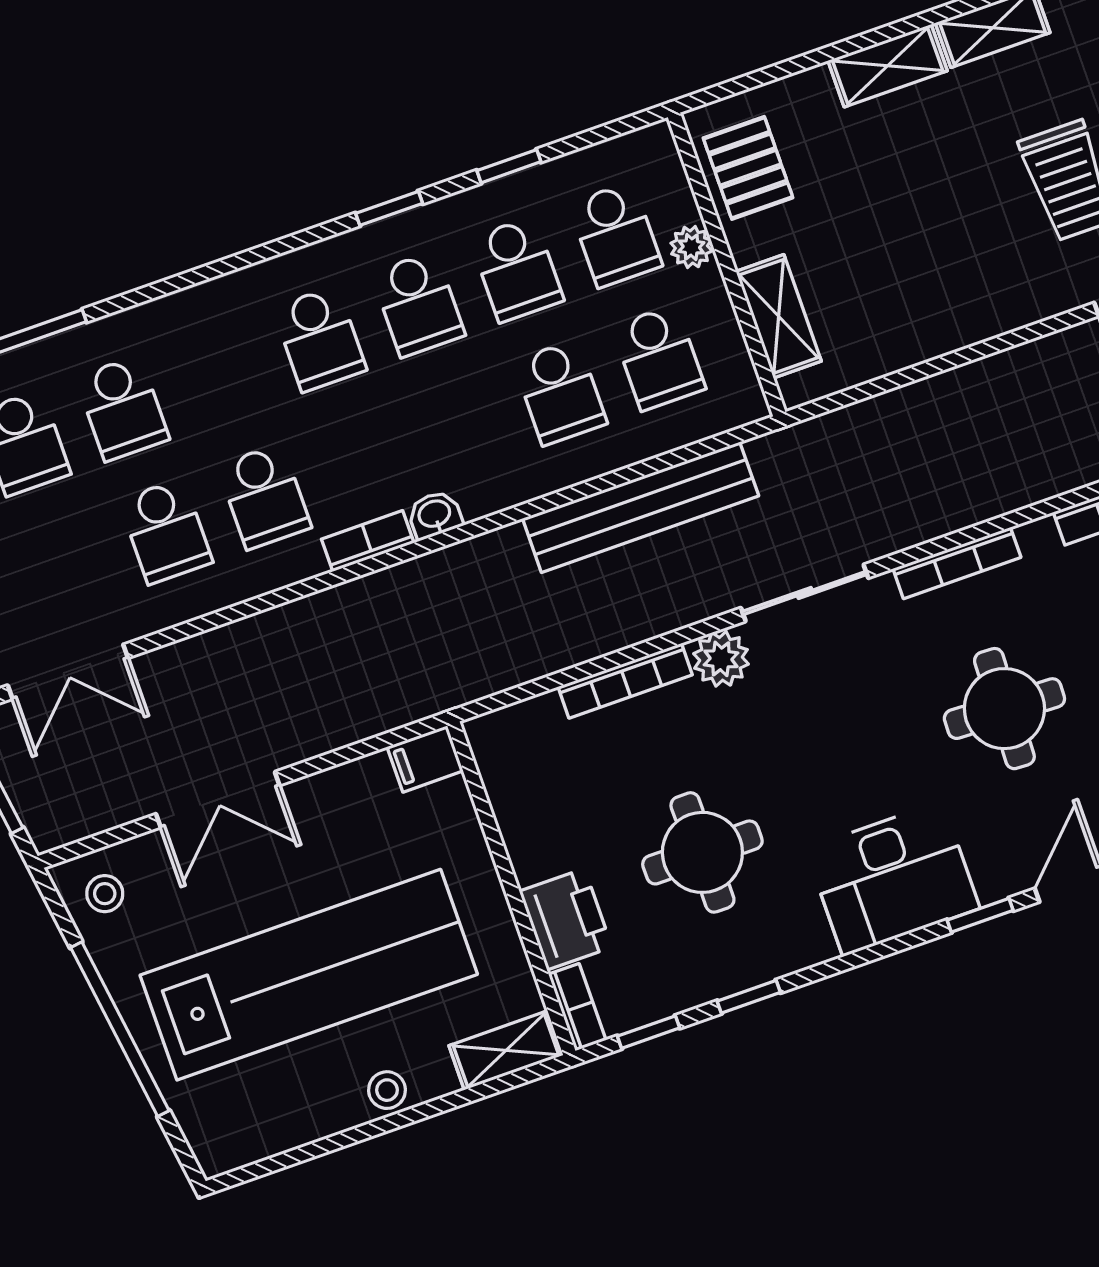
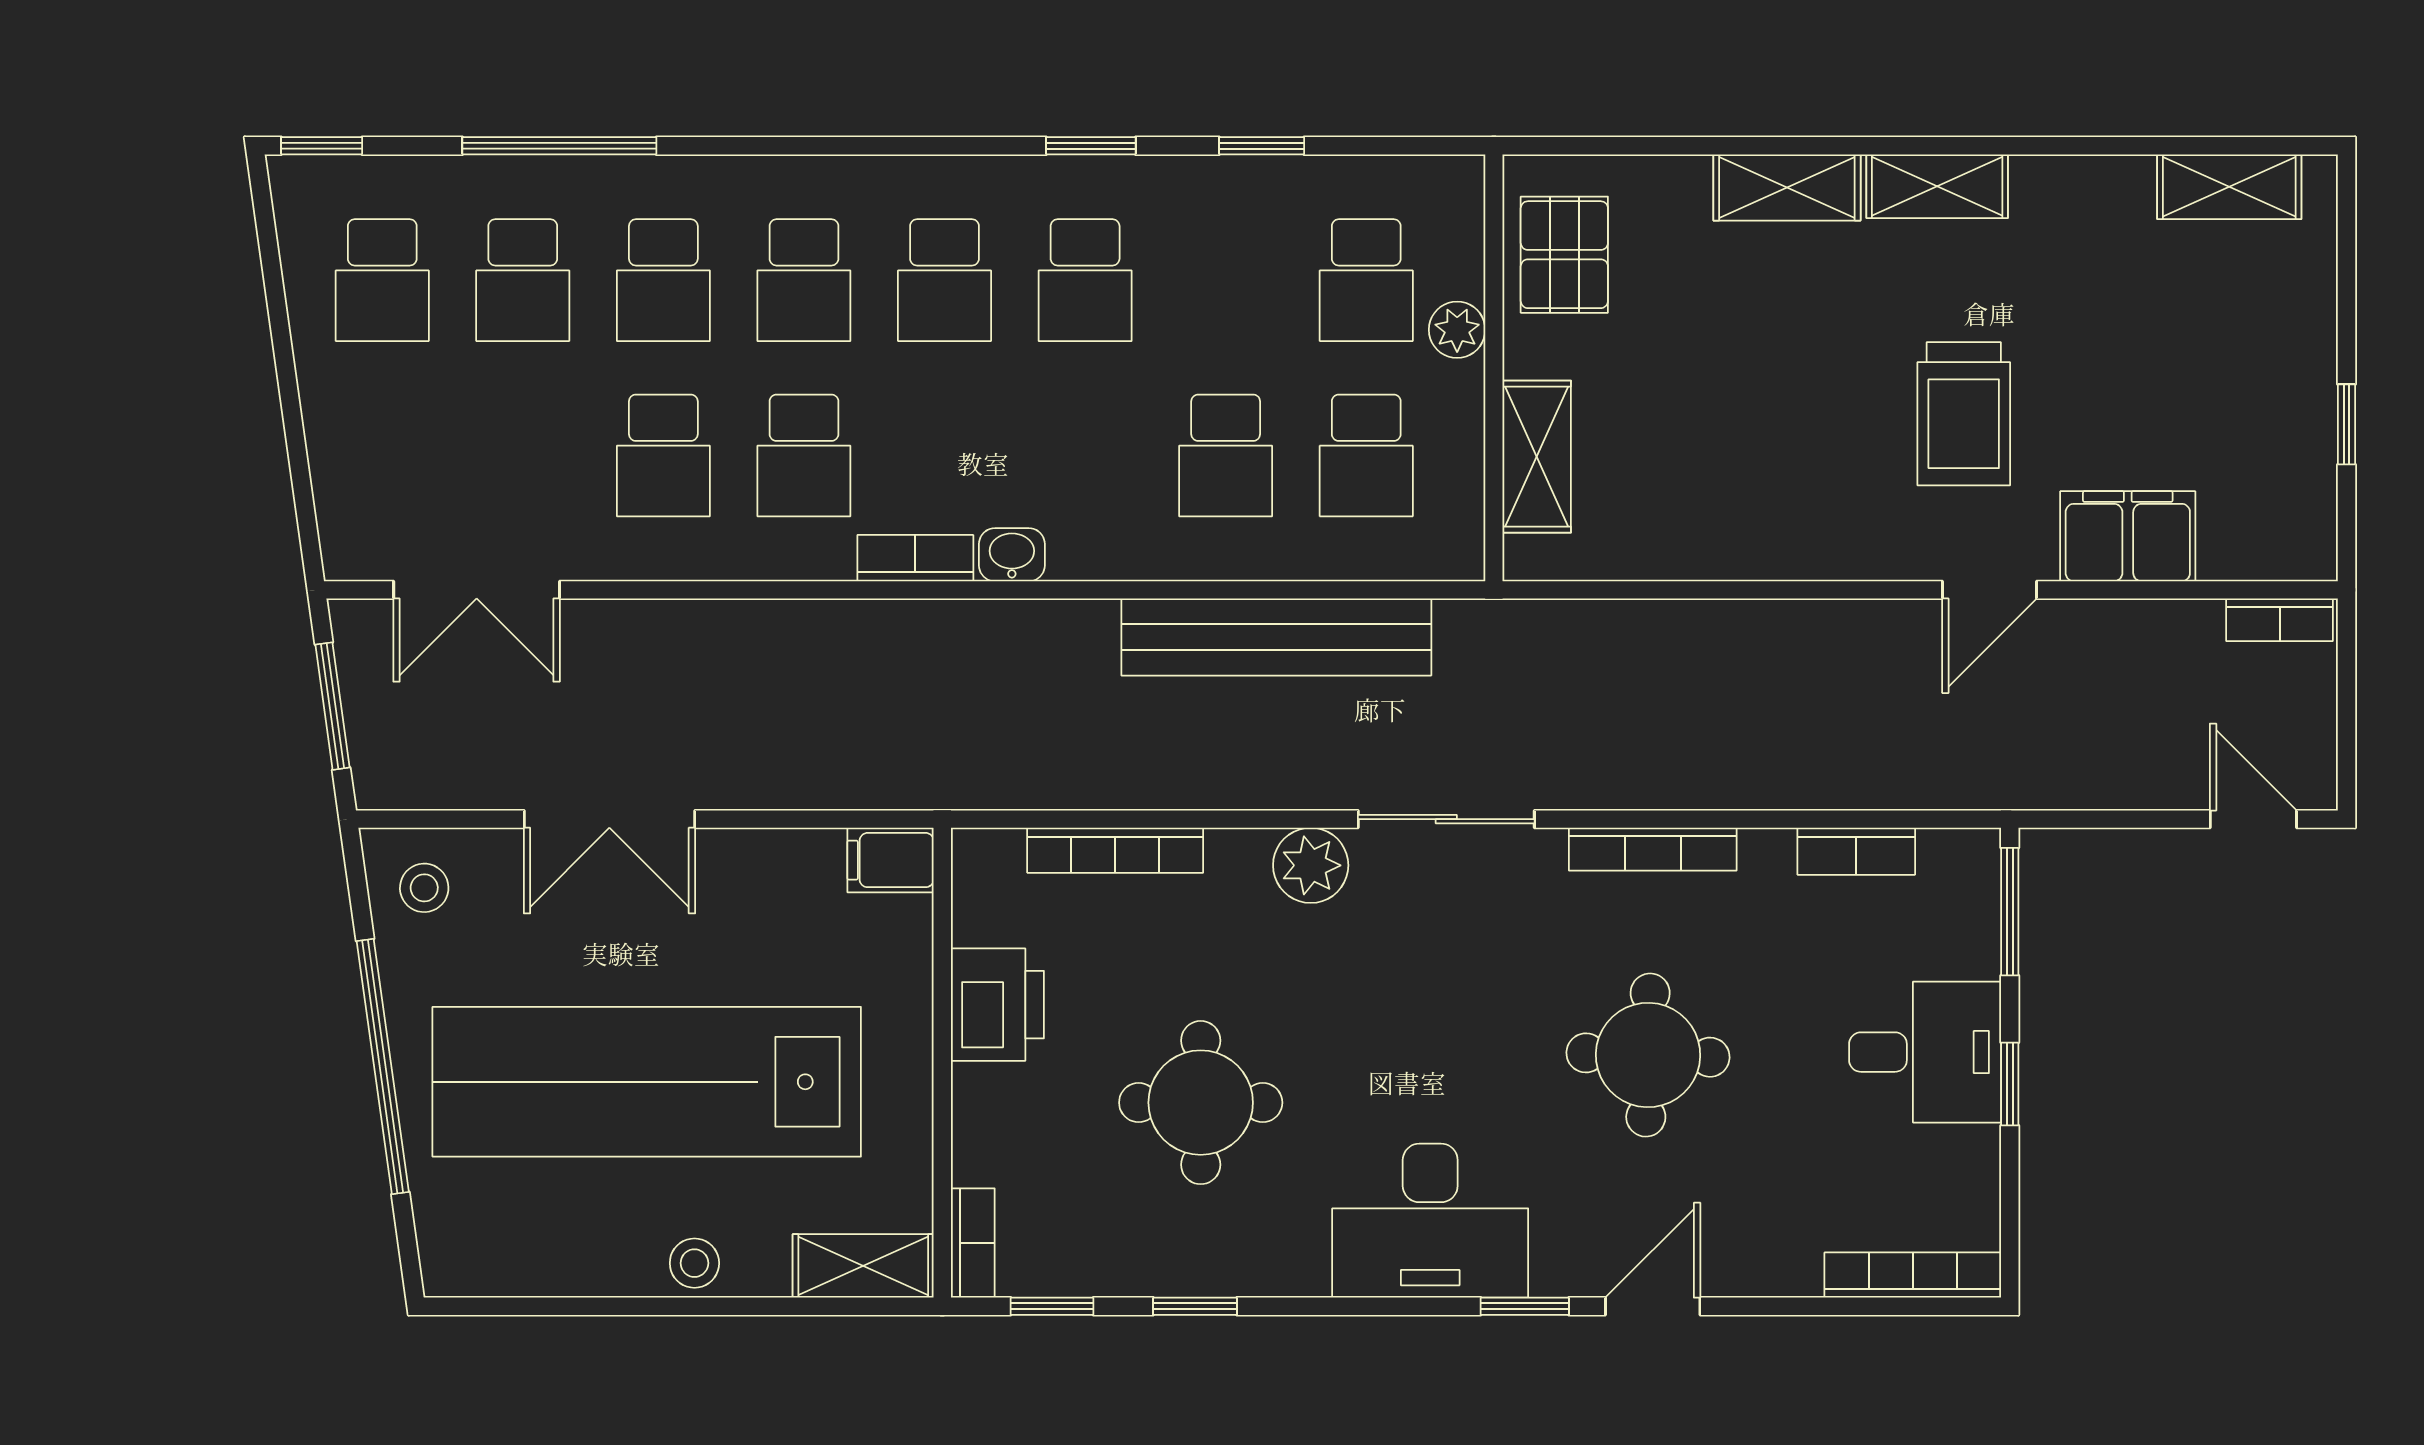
school desk: (517, 269) -> (804, 280), moved
bookcase: (625, 681) -> (1115, 850), moved
printer: (566, 919) -> (997, 1005), moved
lab bench: (309, 975) -> (647, 1082), turned 180

